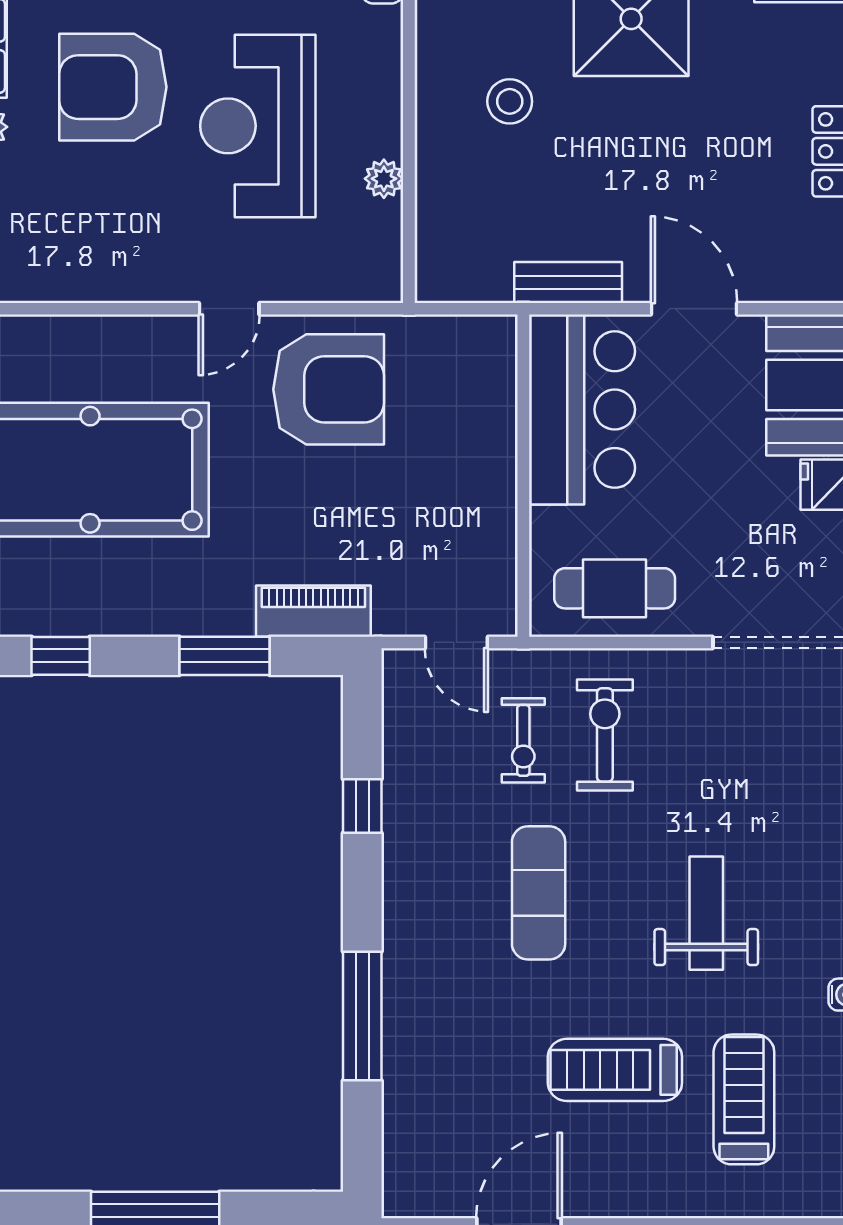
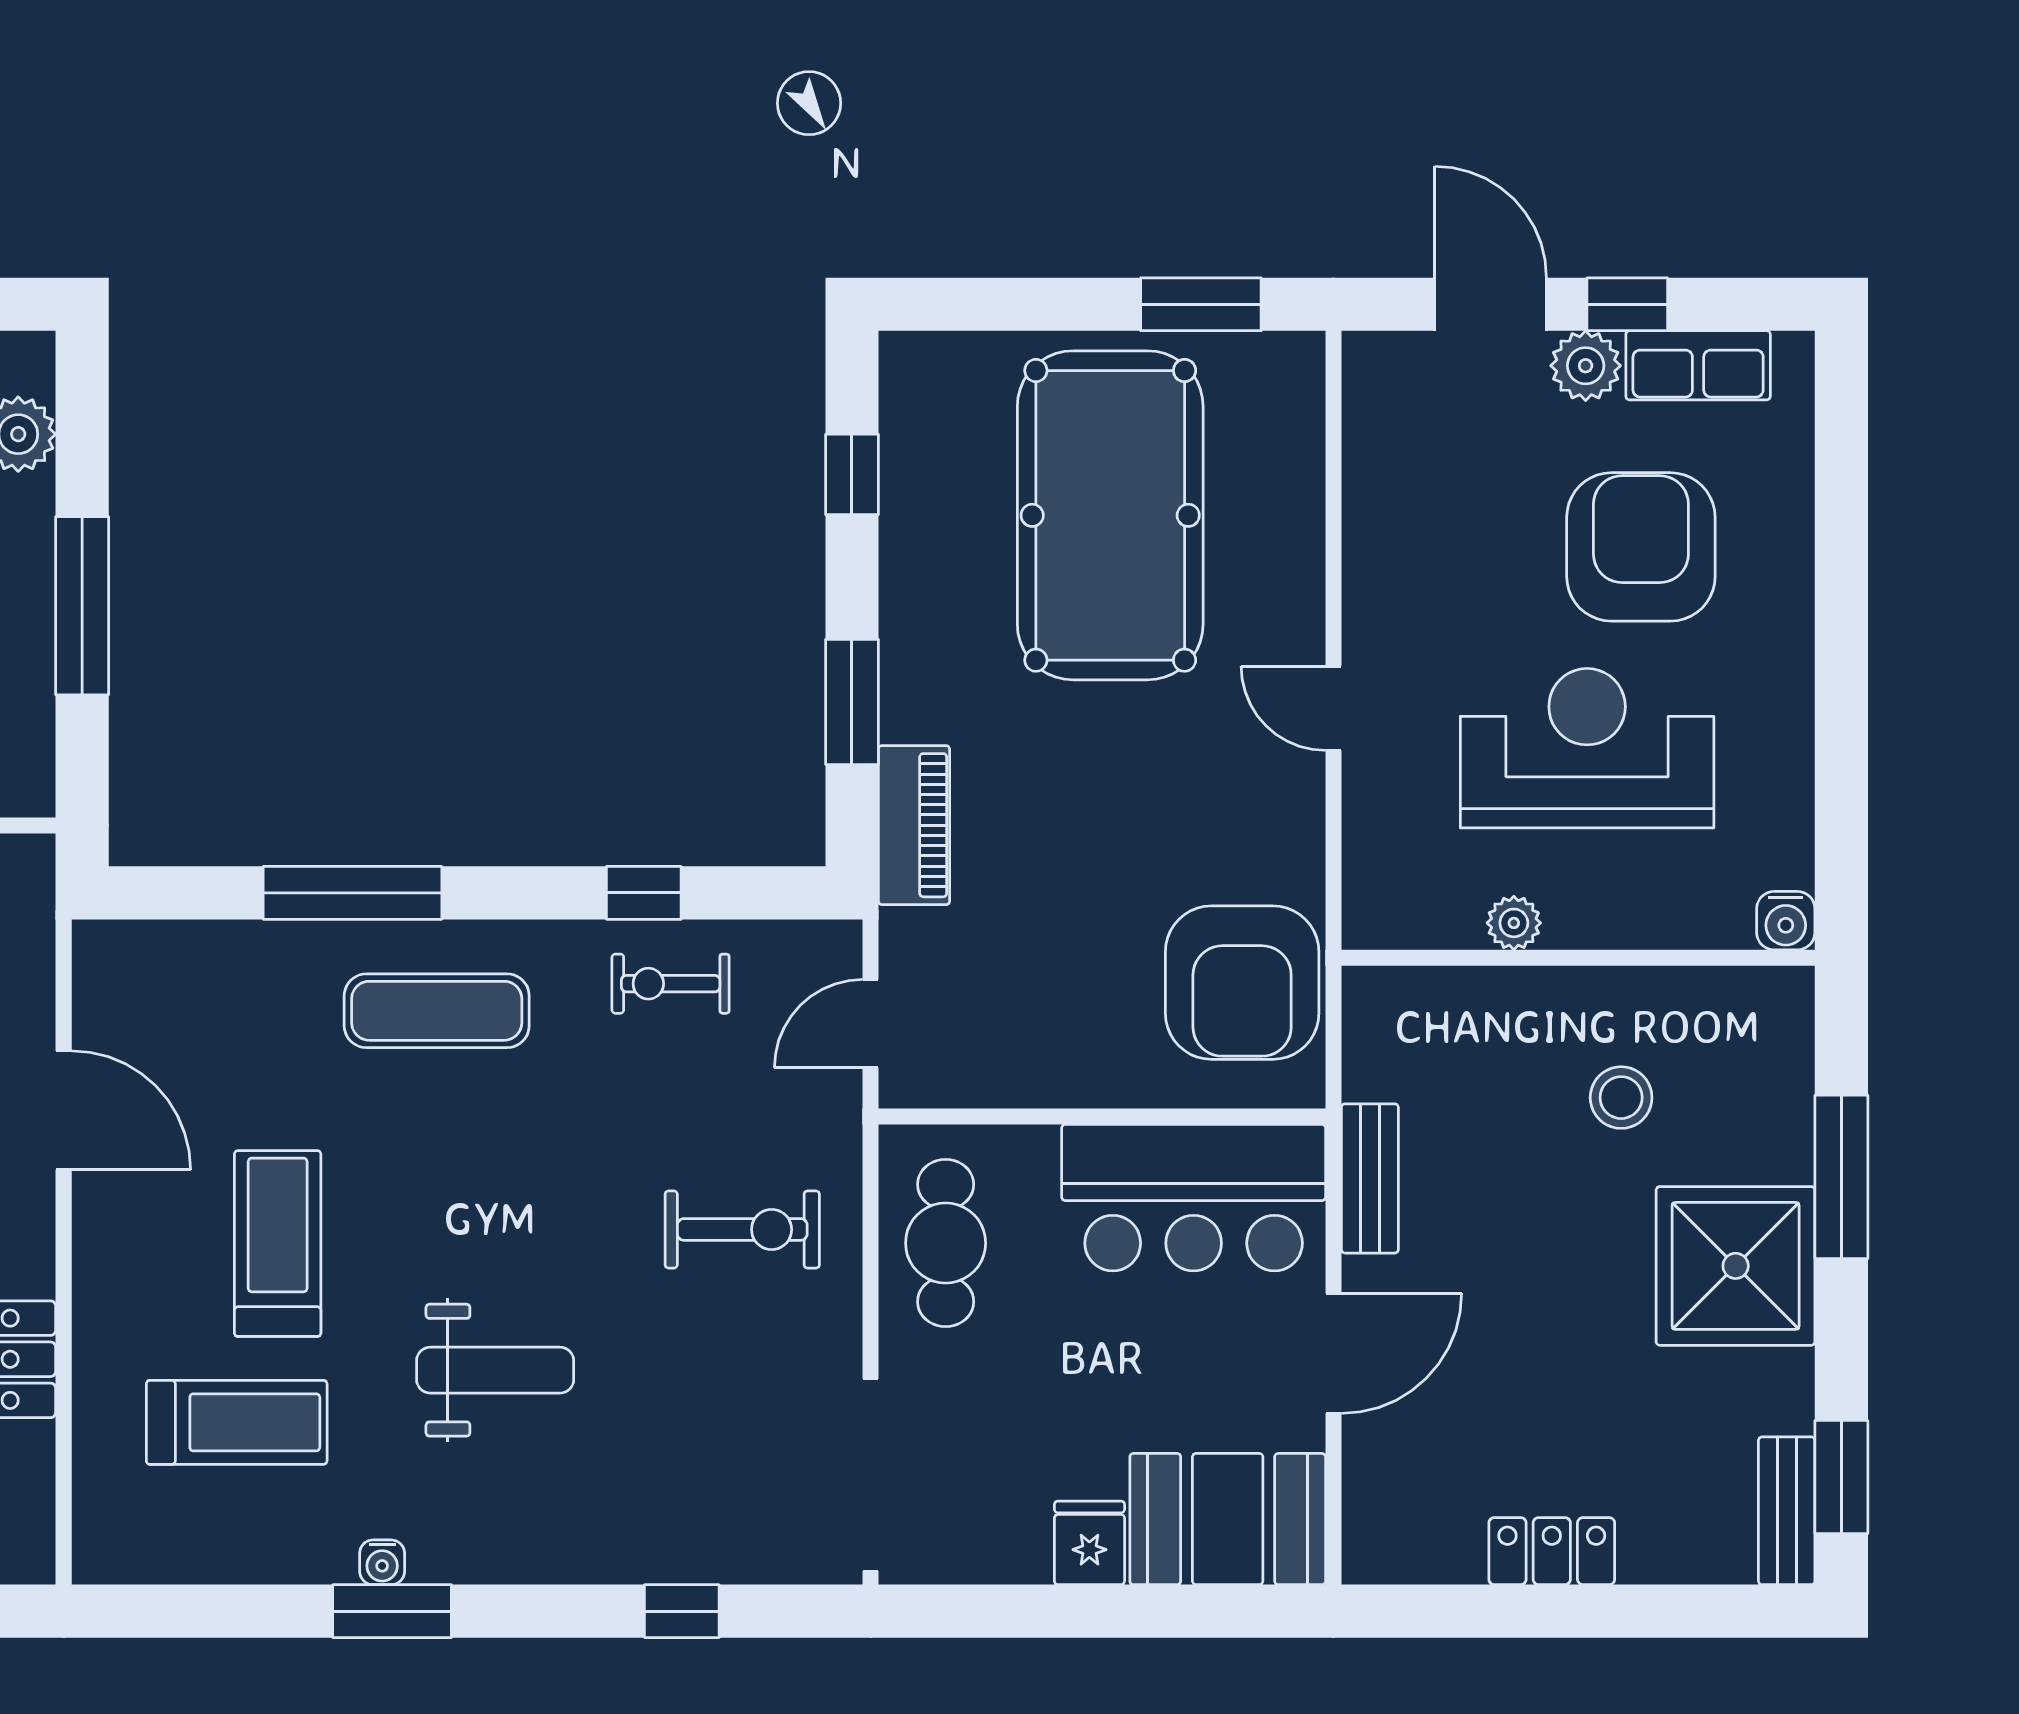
armchair: (329, 389) -> (1242, 983), moved
exercise bike: (523, 740) -> (671, 984), moved
exercise mat: (539, 893) -> (437, 1011), moved

